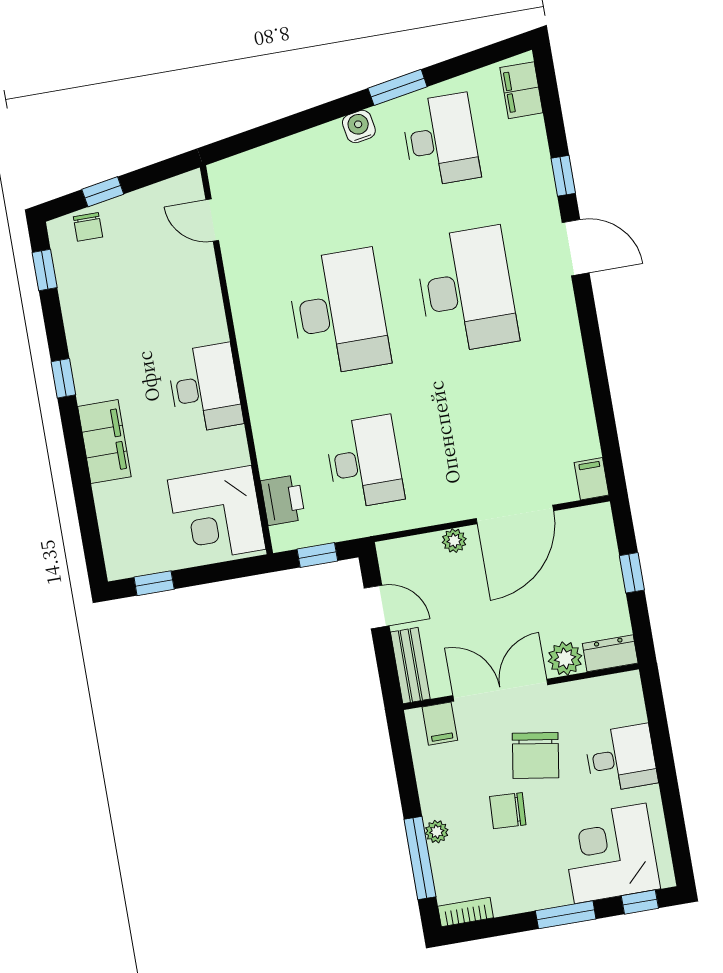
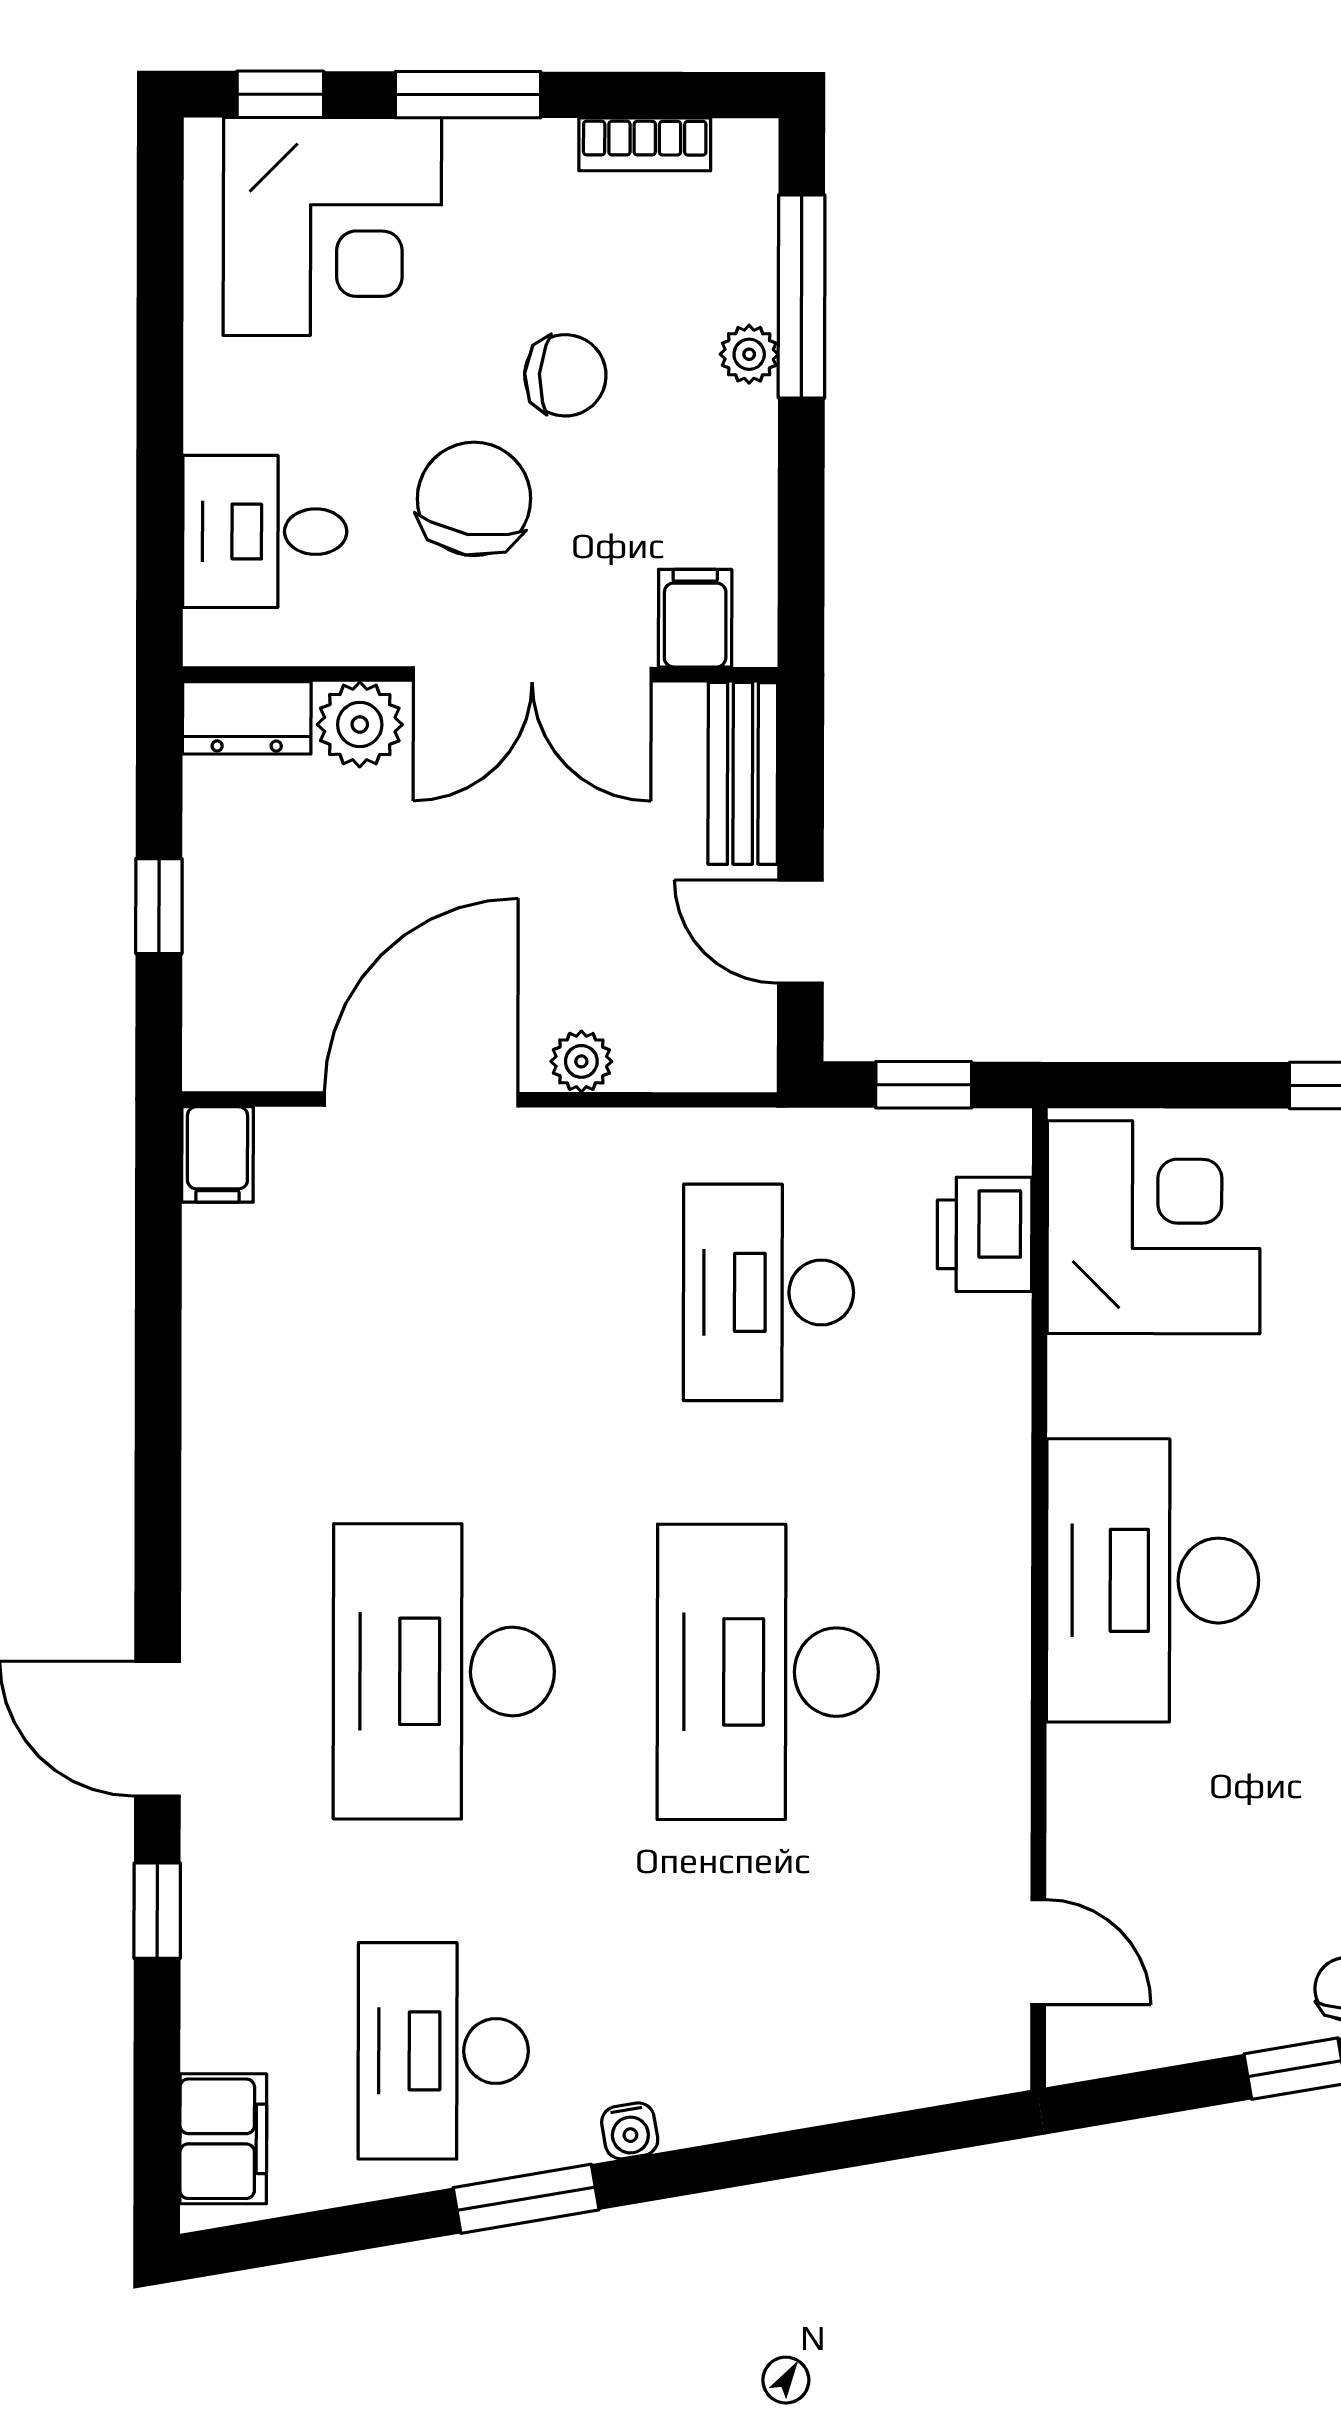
water cooler: (359, 127) -> (630, 2131), width x0.72, depth x0.72
desk: (205, 388) -> (1153, 1580), width x1.36, depth x1.30
desk: (621, 758) -> (265, 532), moved
bookcase: (466, 912) -> (645, 144), moved

